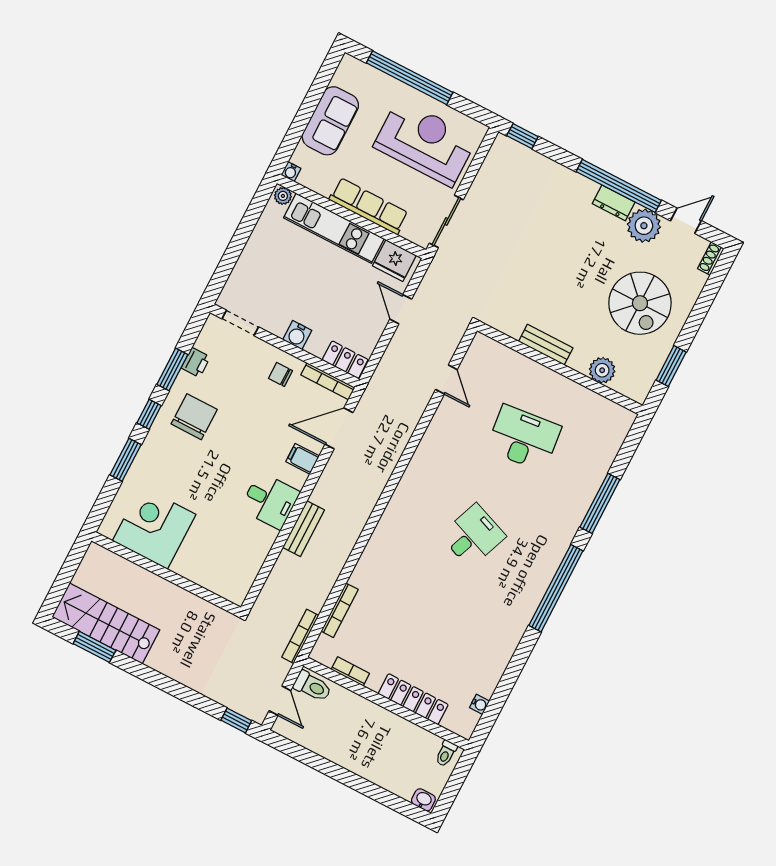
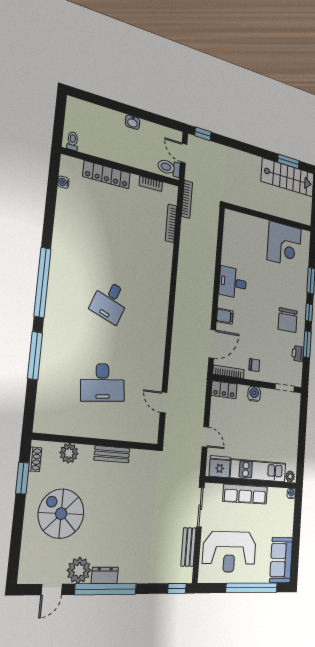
sofa: (330, 121) -> (281, 560), moved
shoe rack: (711, 259) -> (35, 459), moved
bench: (303, 529) -> (188, 547), moved
washbasin: (423, 800) -> (133, 122), moved

